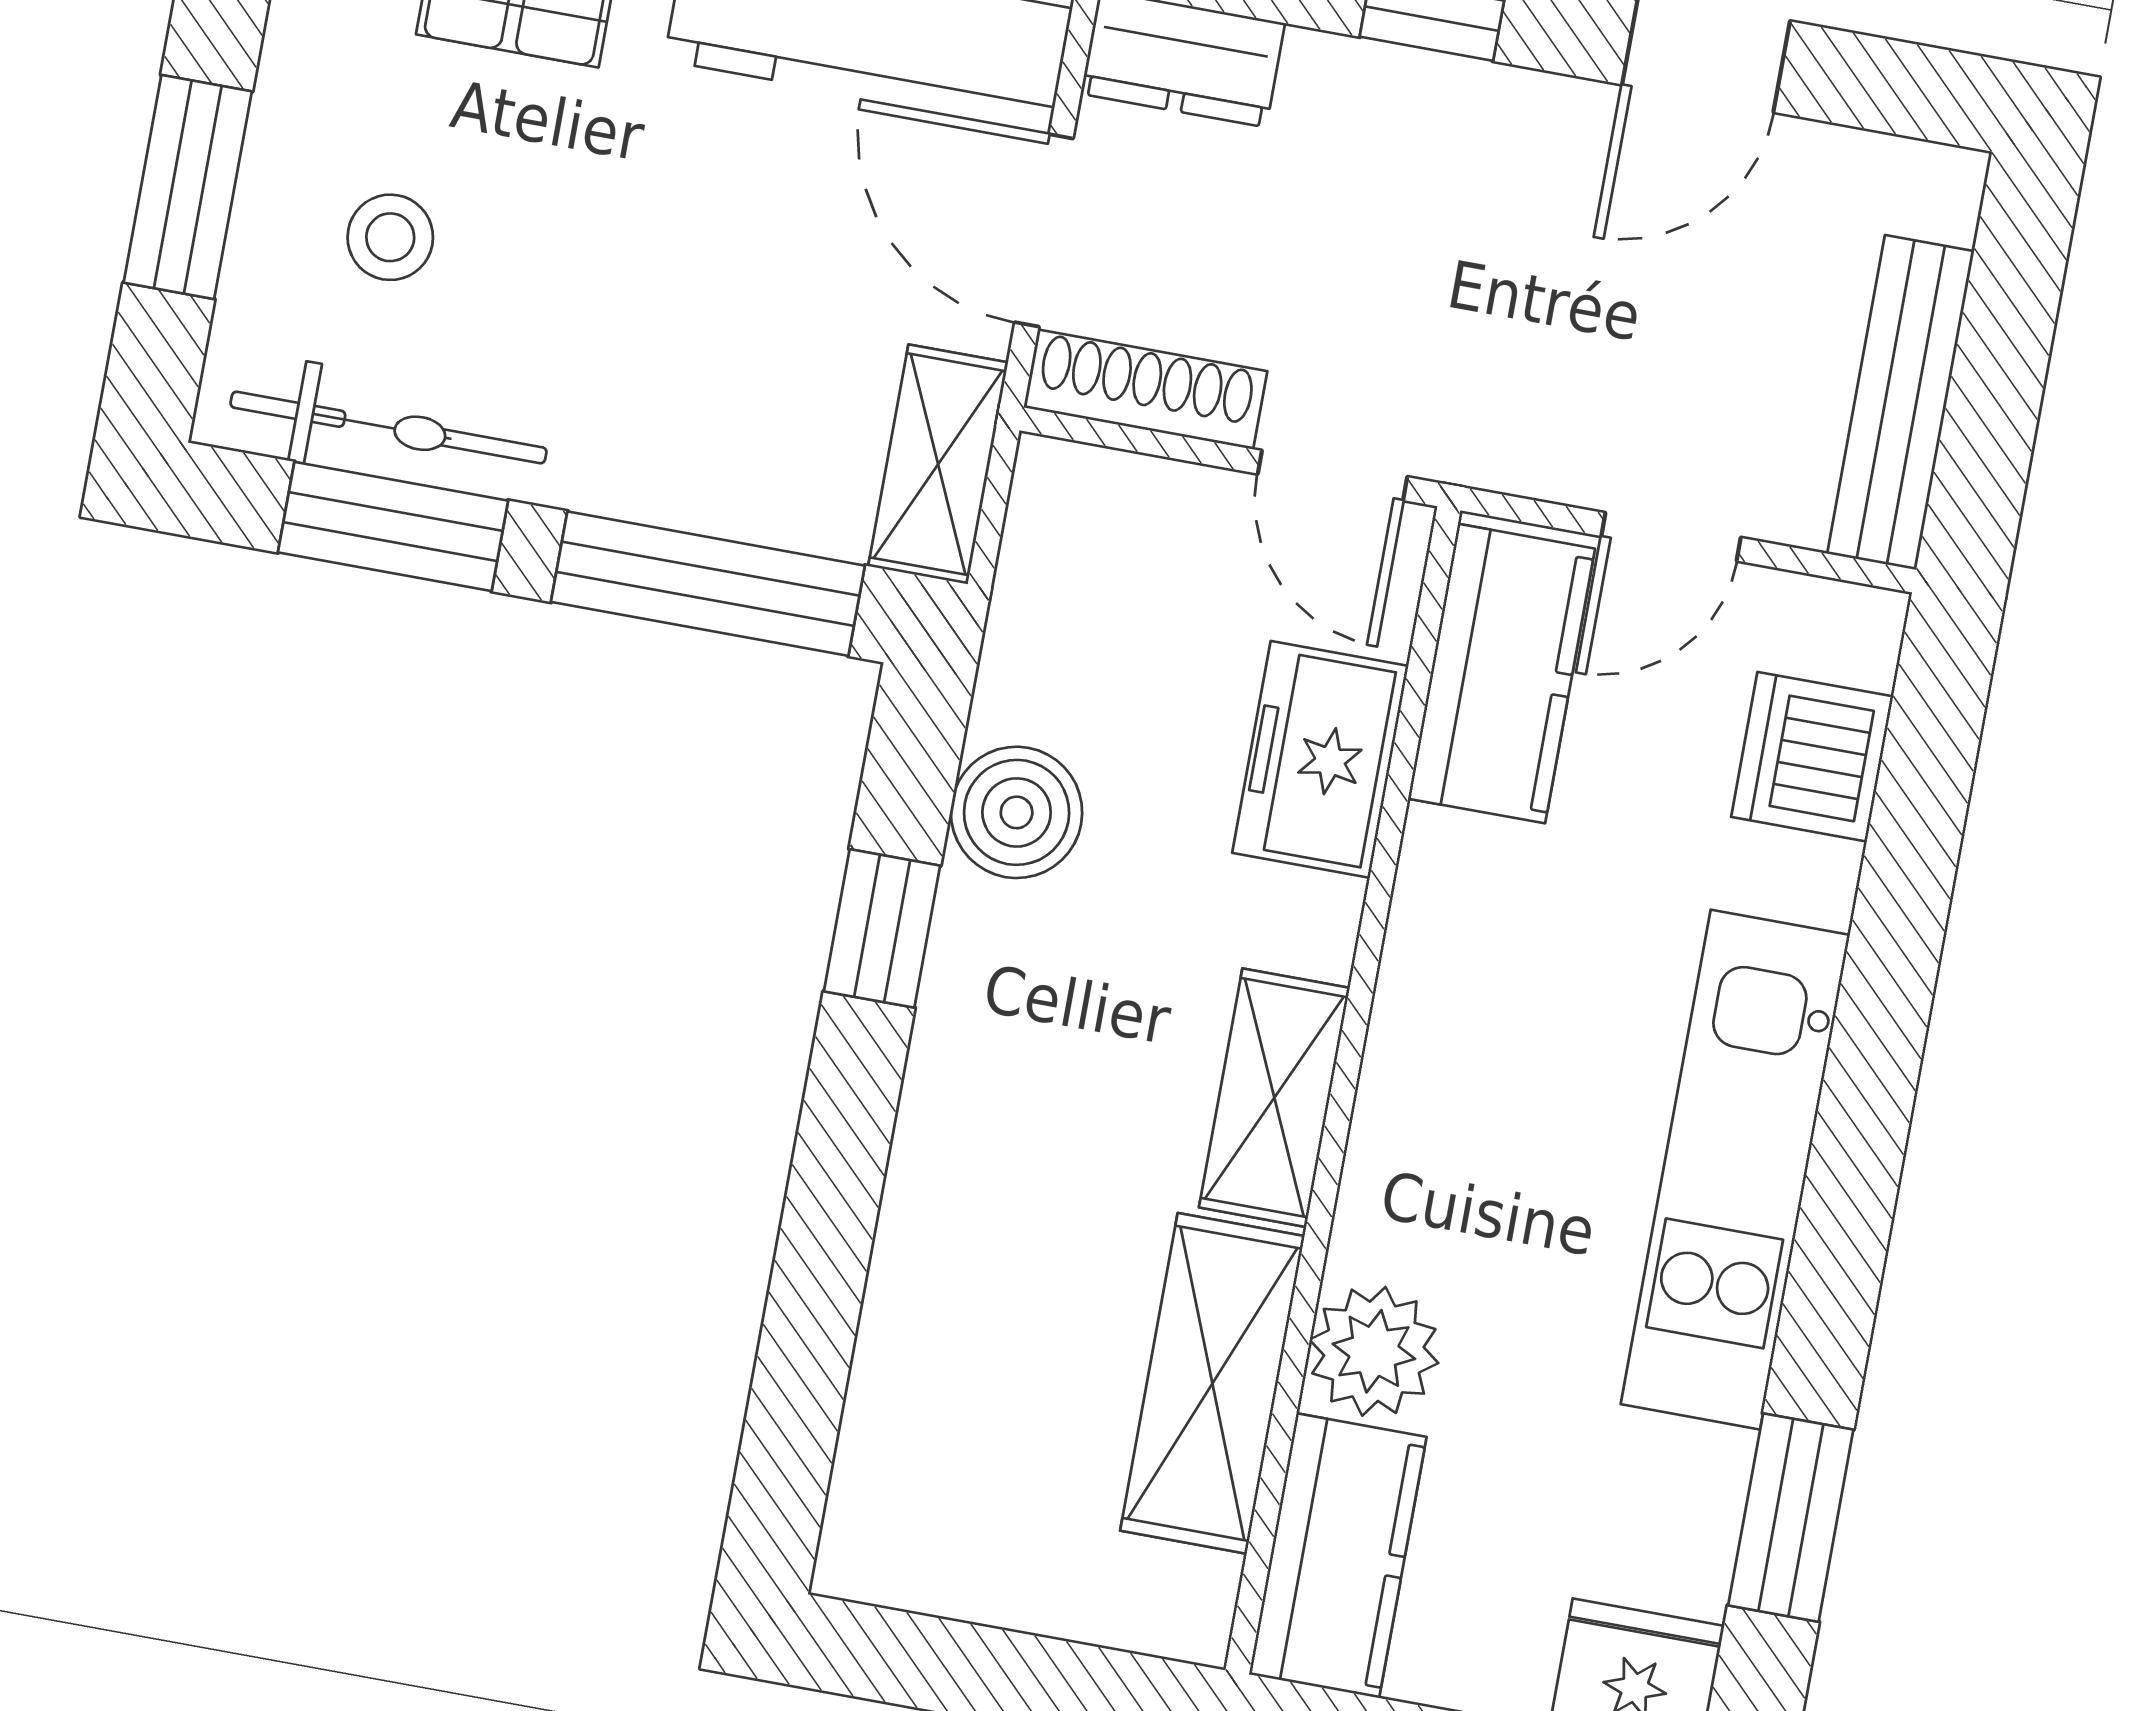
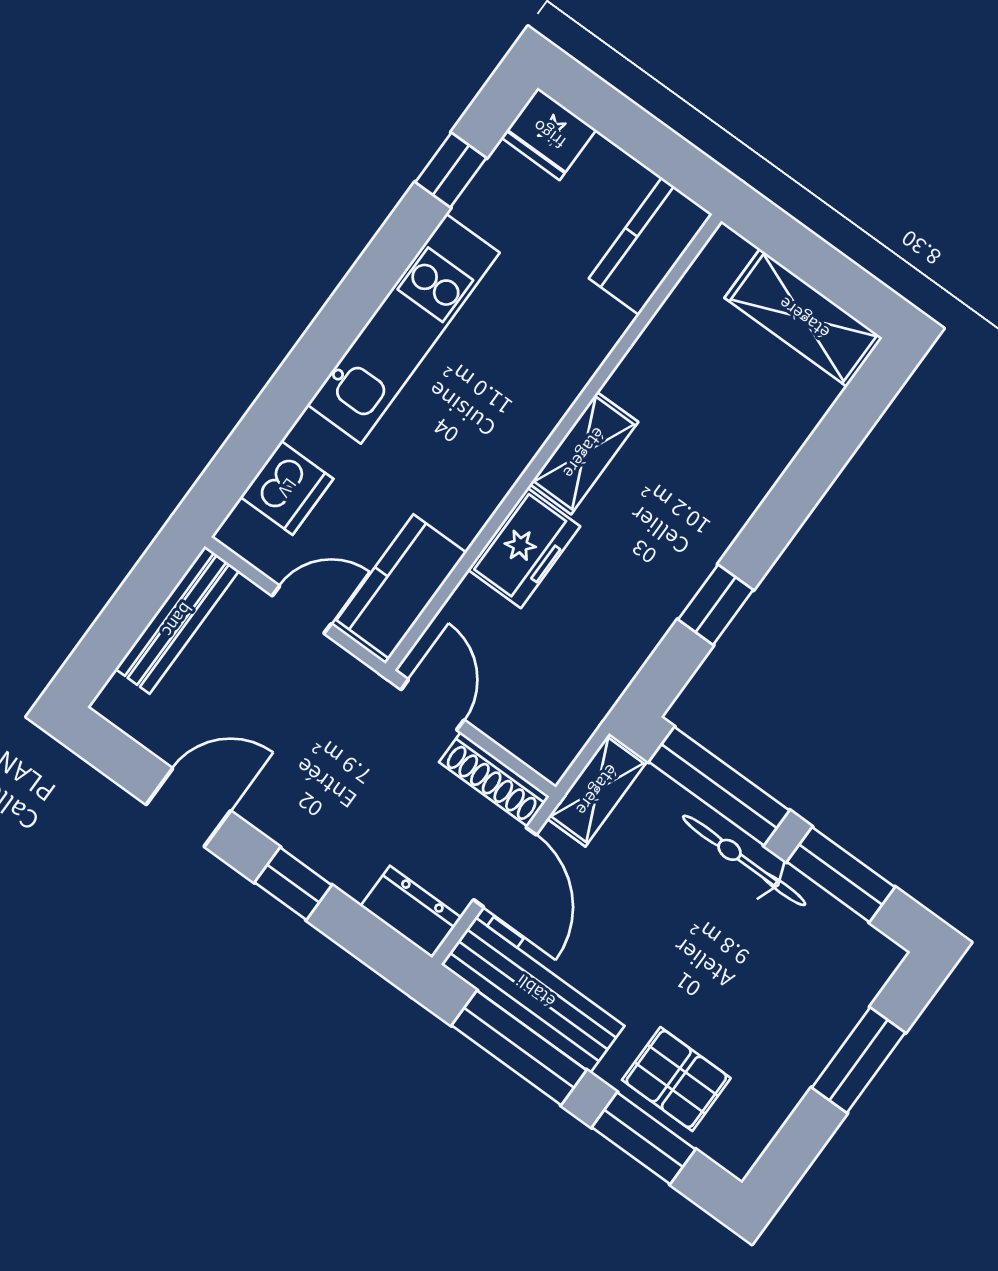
stool: (390, 237) -> (783, 998), removed
bicycle: (388, 428) -> (744, 860), moved
freezer: (1320, 759) -> (524, 548), moved
boiler: (1017, 812) -> (635, 626), removed
plant: (1374, 1351) -> (594, 325), removed
shelving: (1212, 1383) -> (804, 318), moved, turned 90
window: (1791, 1518) -> (451, 170), width x0.67

